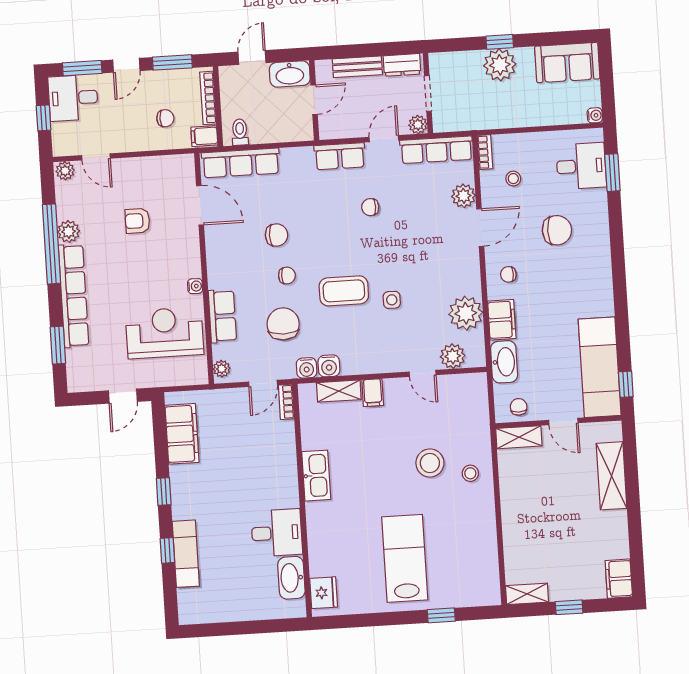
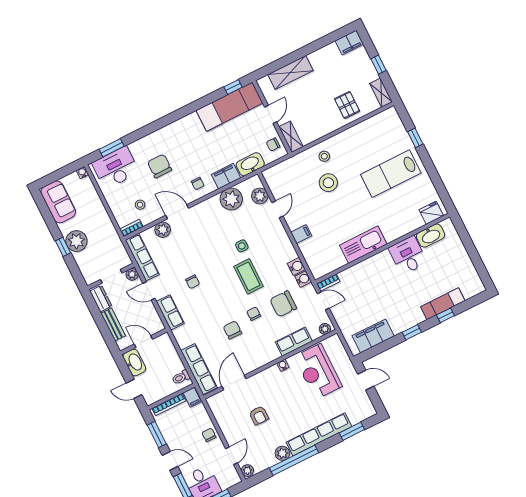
chair: (165, 118) -> (209, 435), moved
desk: (581, 166) -> (116, 168), width x1.37
shelving: (339, 391) -> (309, 254), removed
kitchen sink: (316, 476) -> (363, 245), width x1.36, depth x1.24
pallet: (530, 537) -> (347, 105), added

